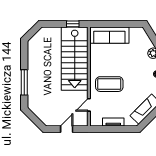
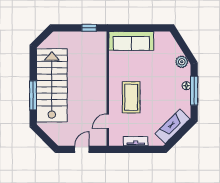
stairs: (75, 59) -> (52, 85), moved, turned 180
coffee table: (109, 84) -> (131, 97), turned 90

